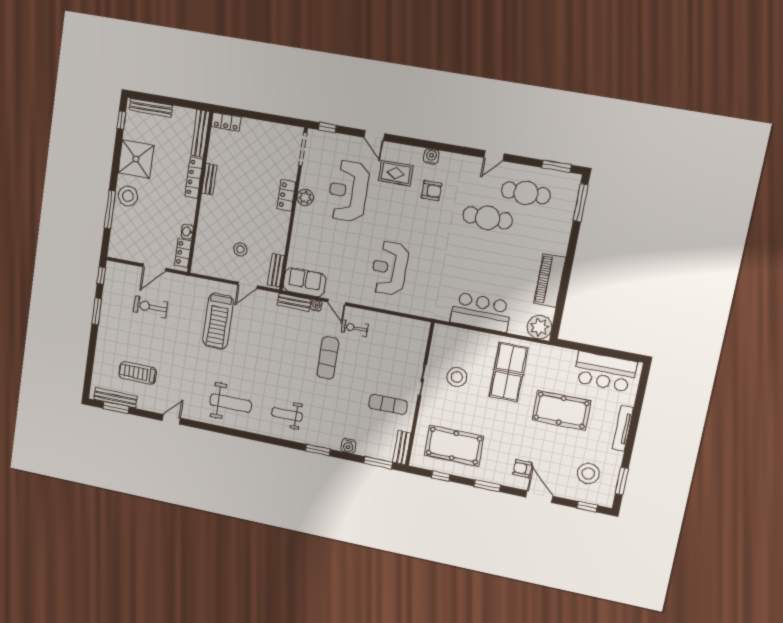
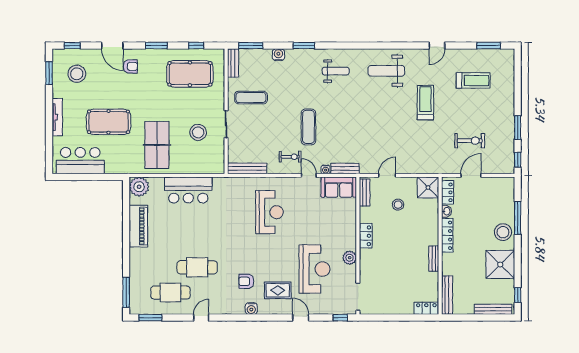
locker: (194, 178) -> (447, 235), moved
locker: (286, 195) -> (366, 236), moved
shower: (204, 263) -> (428, 187), added
treadmill: (218, 321) -> (425, 103), moved, width x0.73, depth x0.73
bench: (115, 398) -> (247, 168), moved

